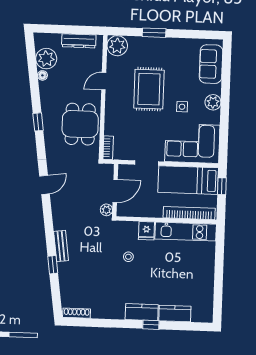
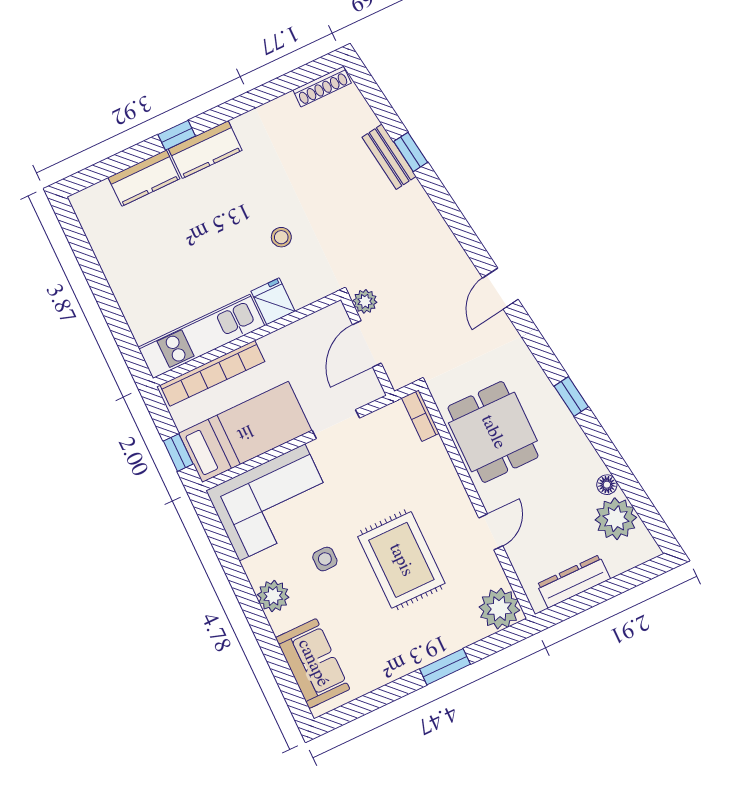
bench: (61, 246) -> (389, 157), moved

